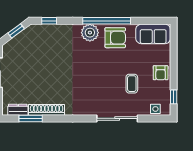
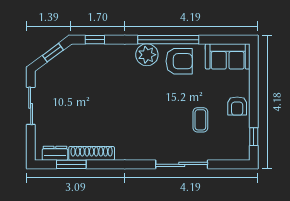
side table: (155, 109) -> (231, 152), removed

